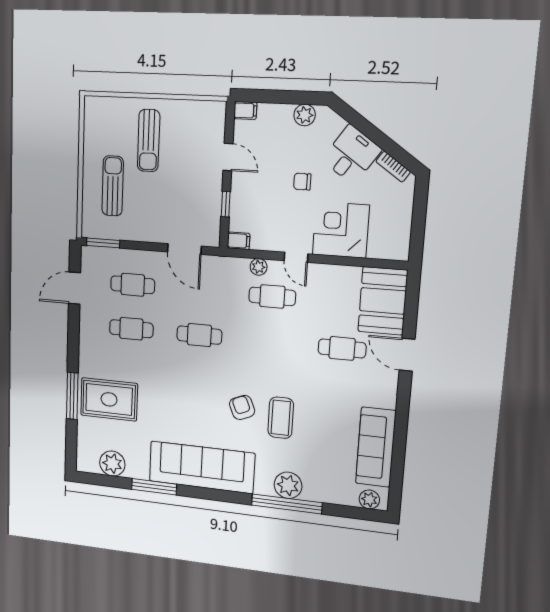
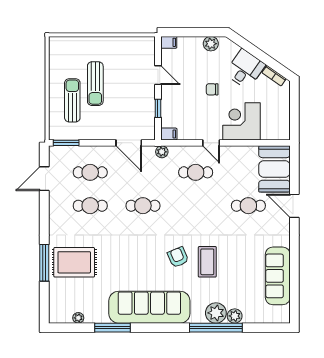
sun lounger: (149, 141) -> (95, 84), moved
plant: (259, 267) -> (162, 152), moved
plant: (112, 464) -> (78, 318), width x0.53, depth x0.53
plant: (369, 499) -> (235, 316), moved

